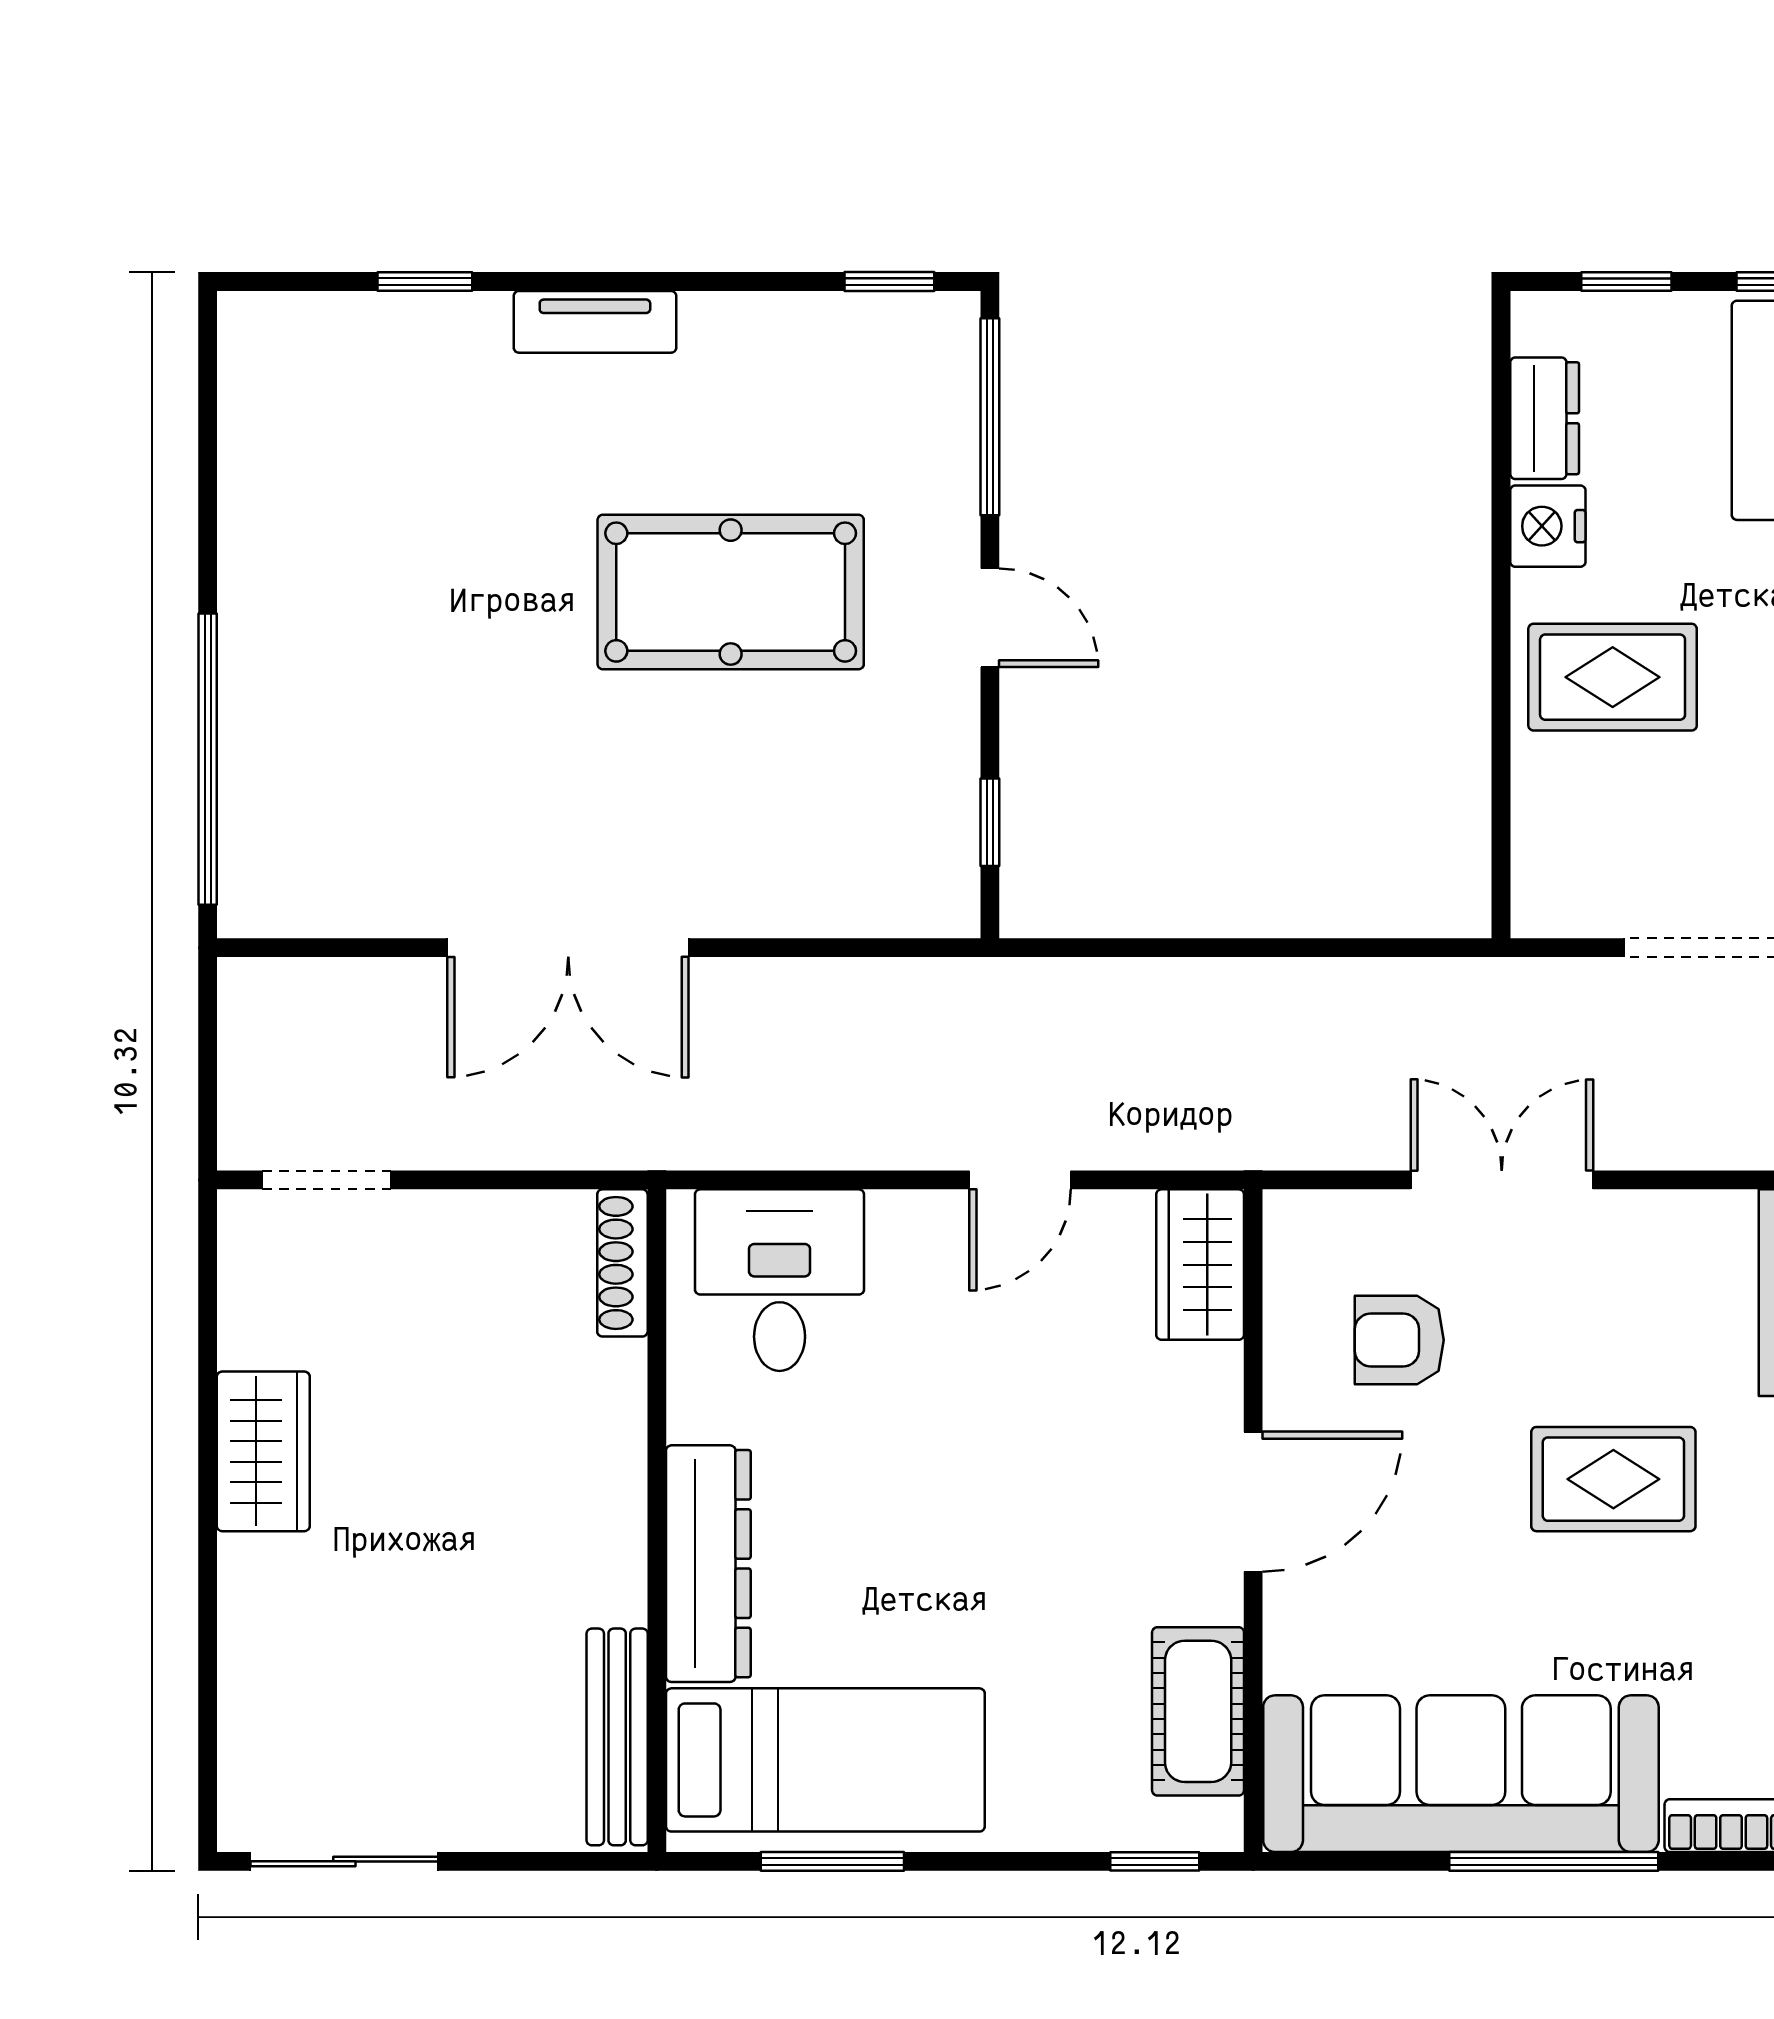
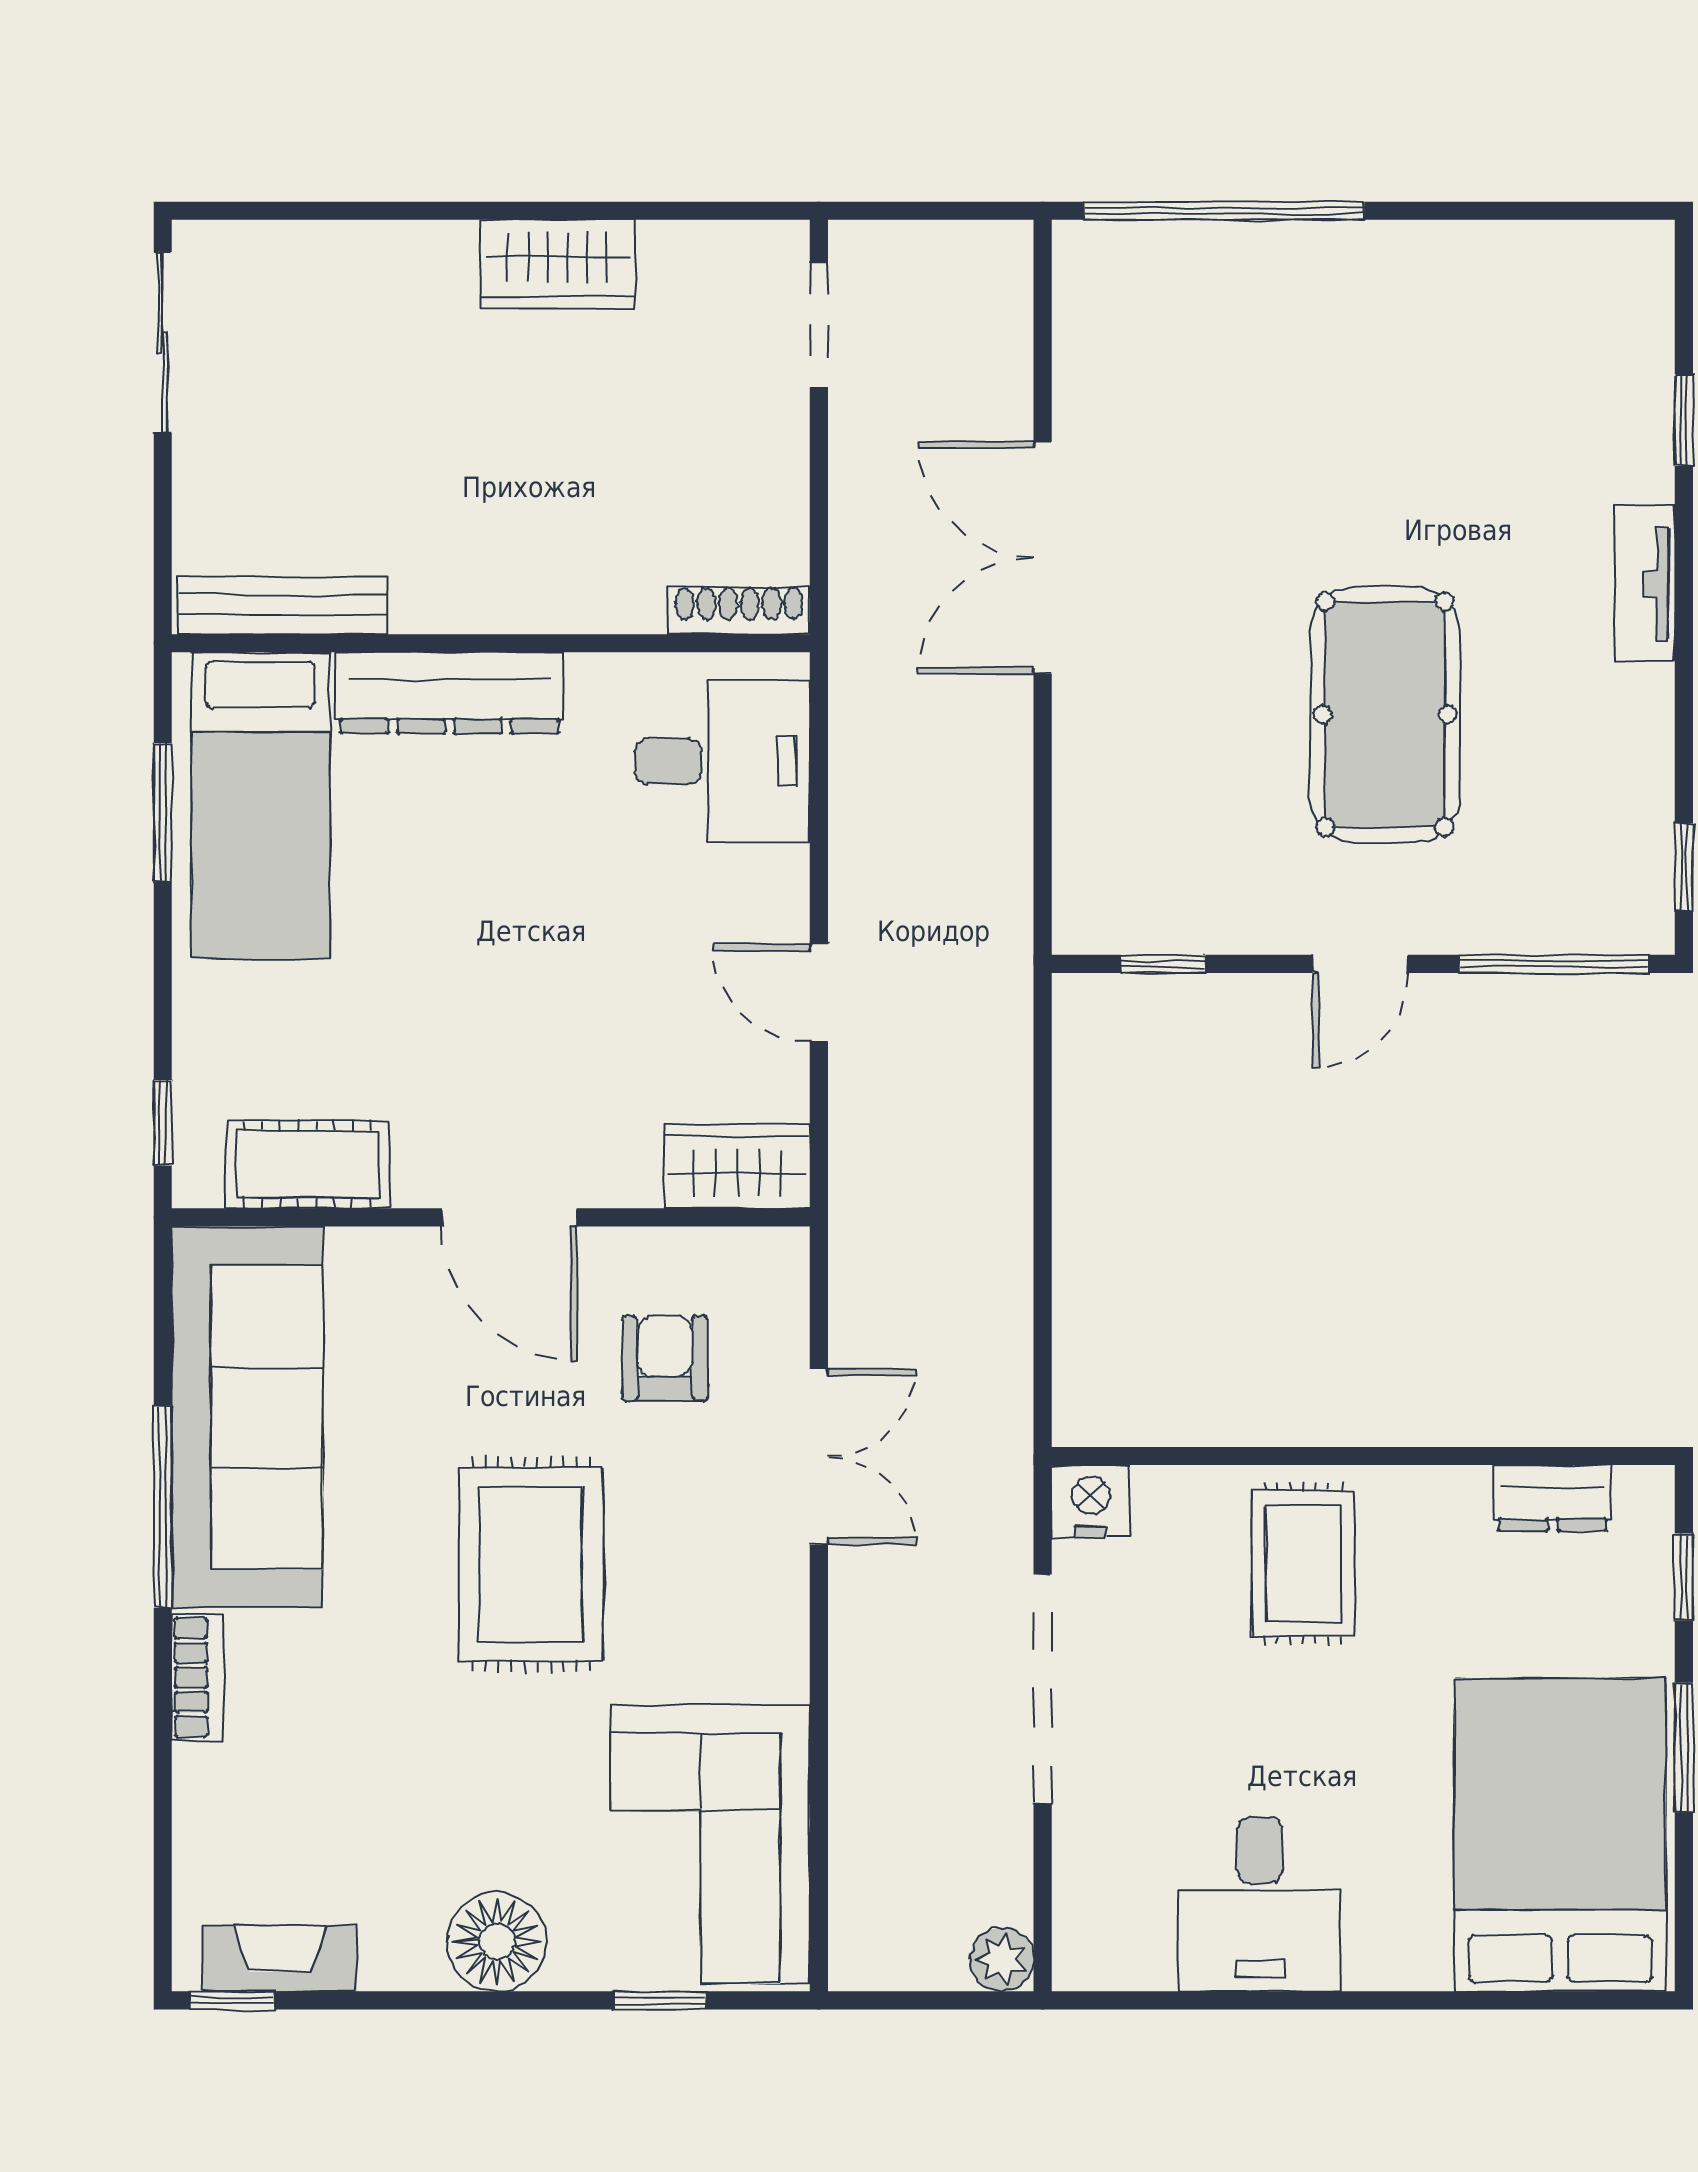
nightstand: (1548, 526) -> (1091, 1501), moved
rug: (1613, 1479) -> (531, 1564), width x1.36, depth x1.43

